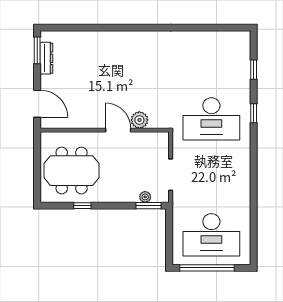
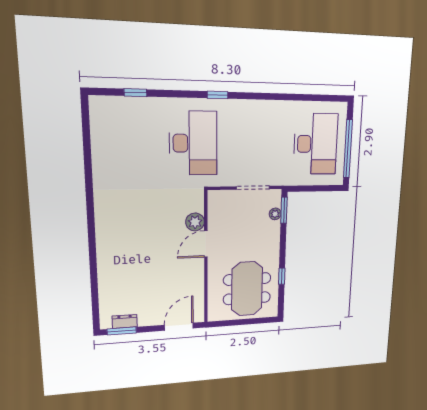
dresser: (46, 58) -> (125, 321), width x0.70
window: (254, 113) -> (218, 95), moved

